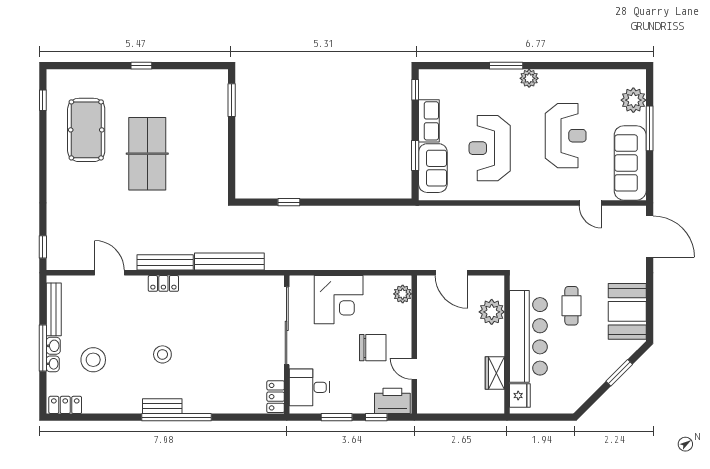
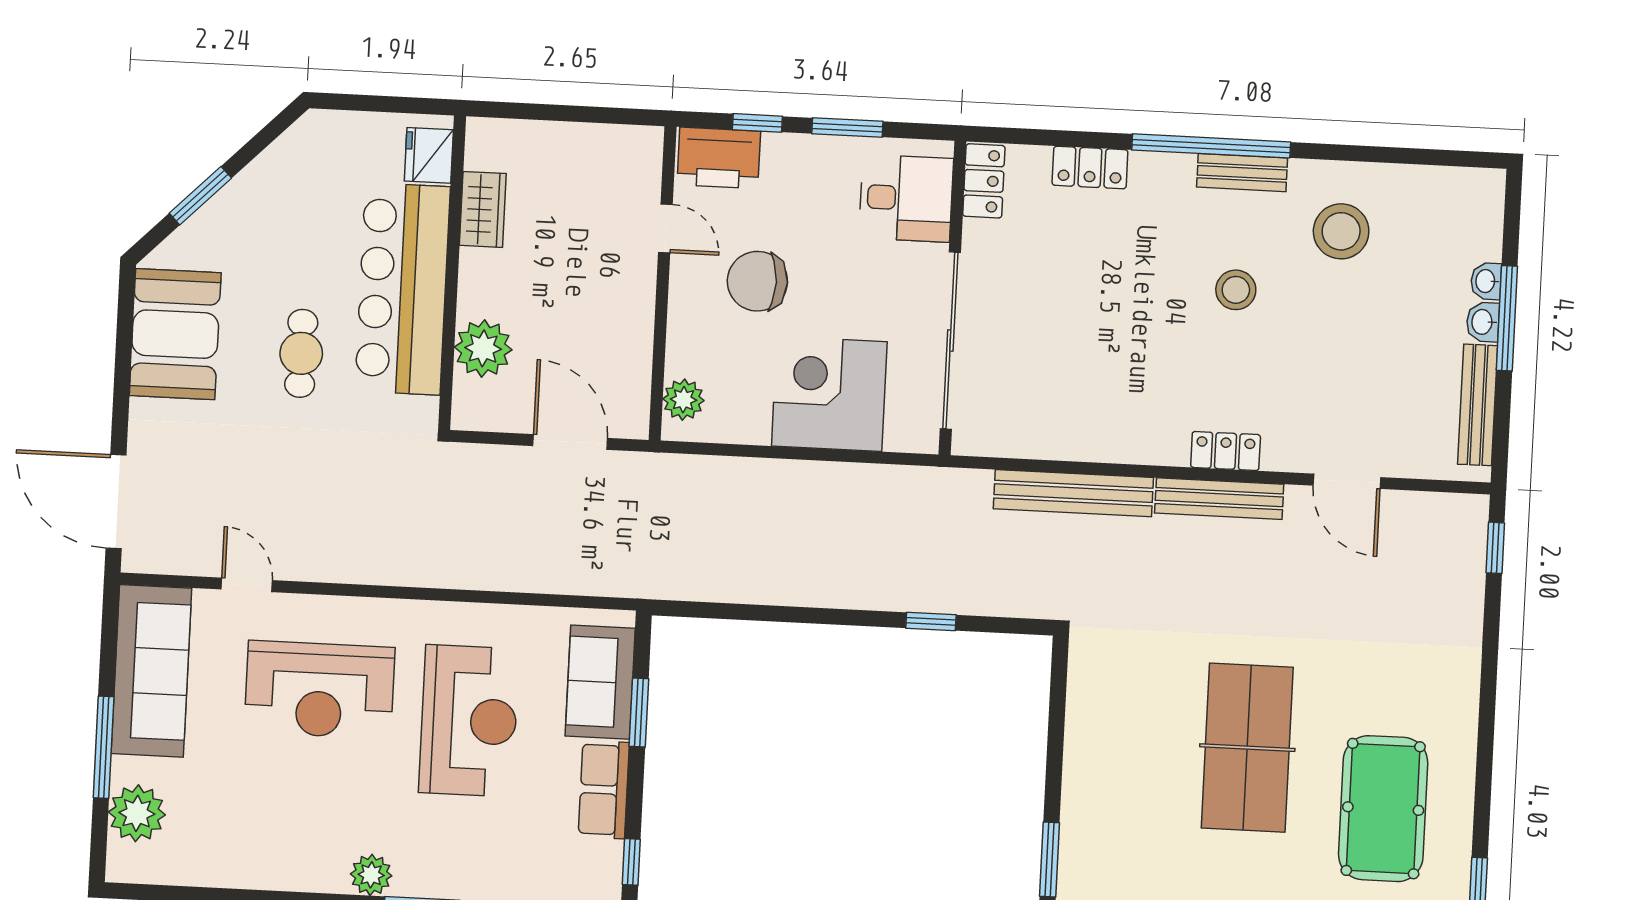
reception desk: (566, 136) -> (320, 690), moved, turned -90
stool: (93, 360) -> (1341, 231), moved
locker: (65, 405) -> (1090, 168), moved

